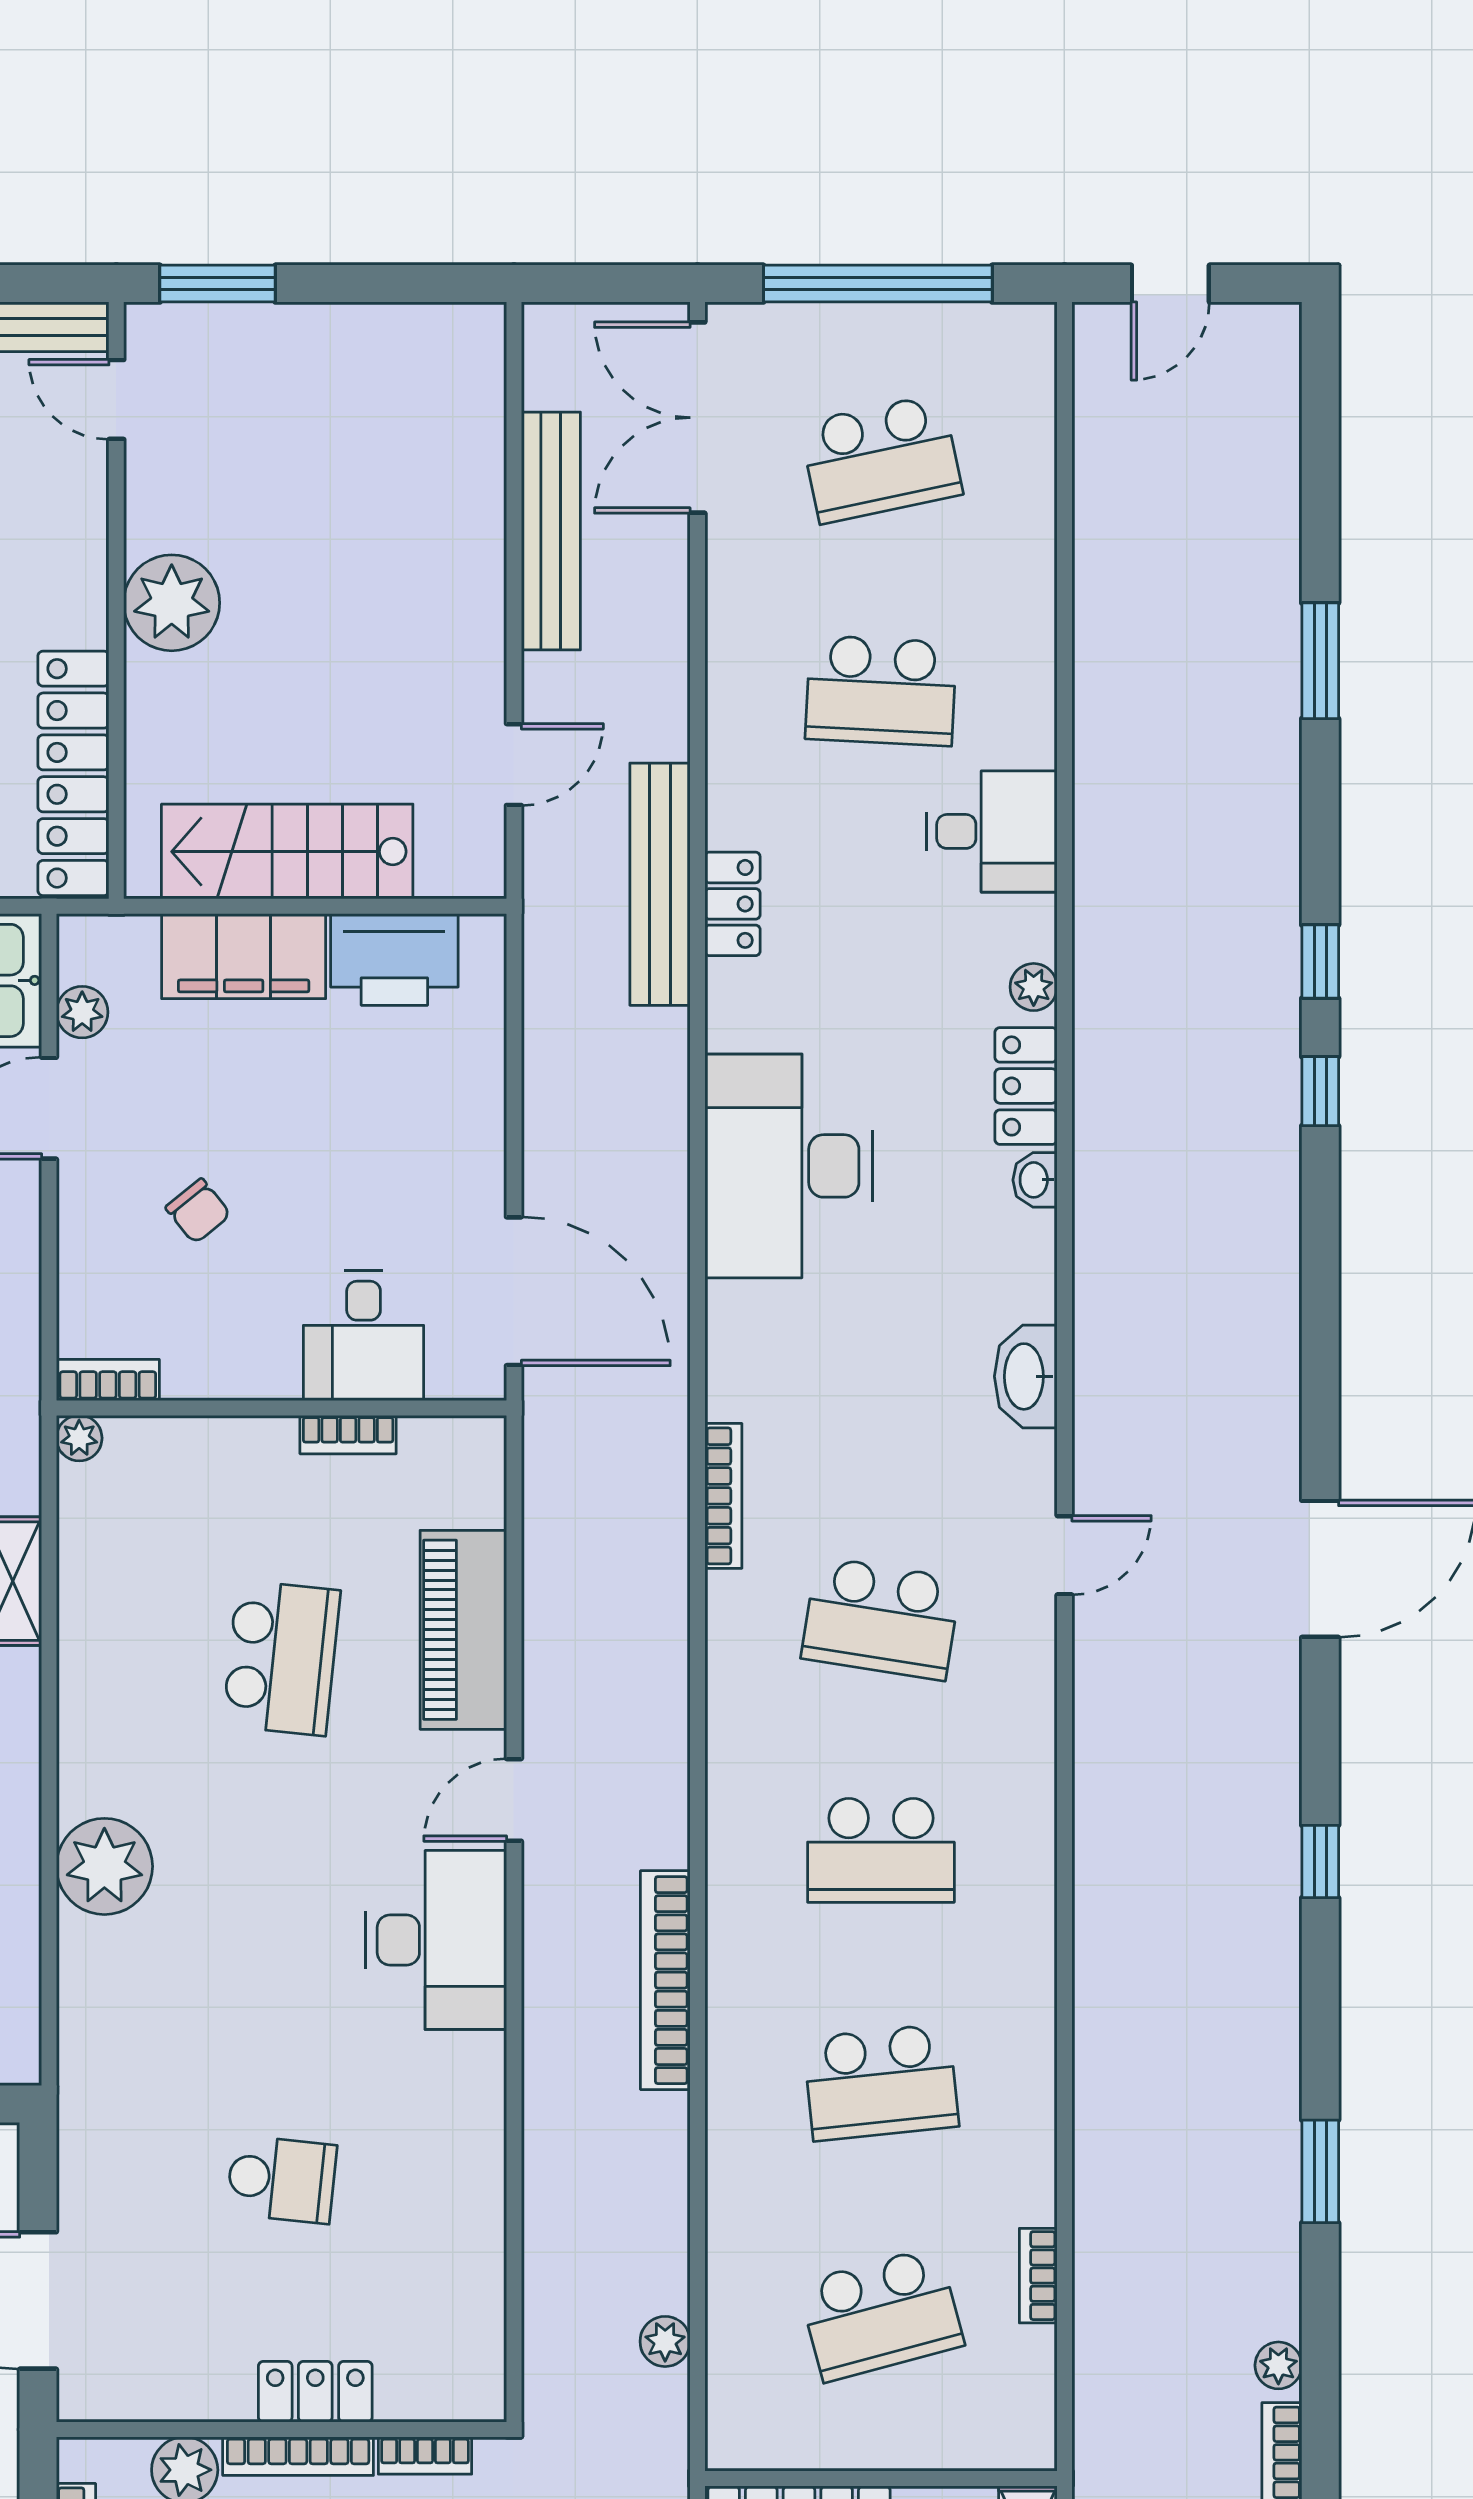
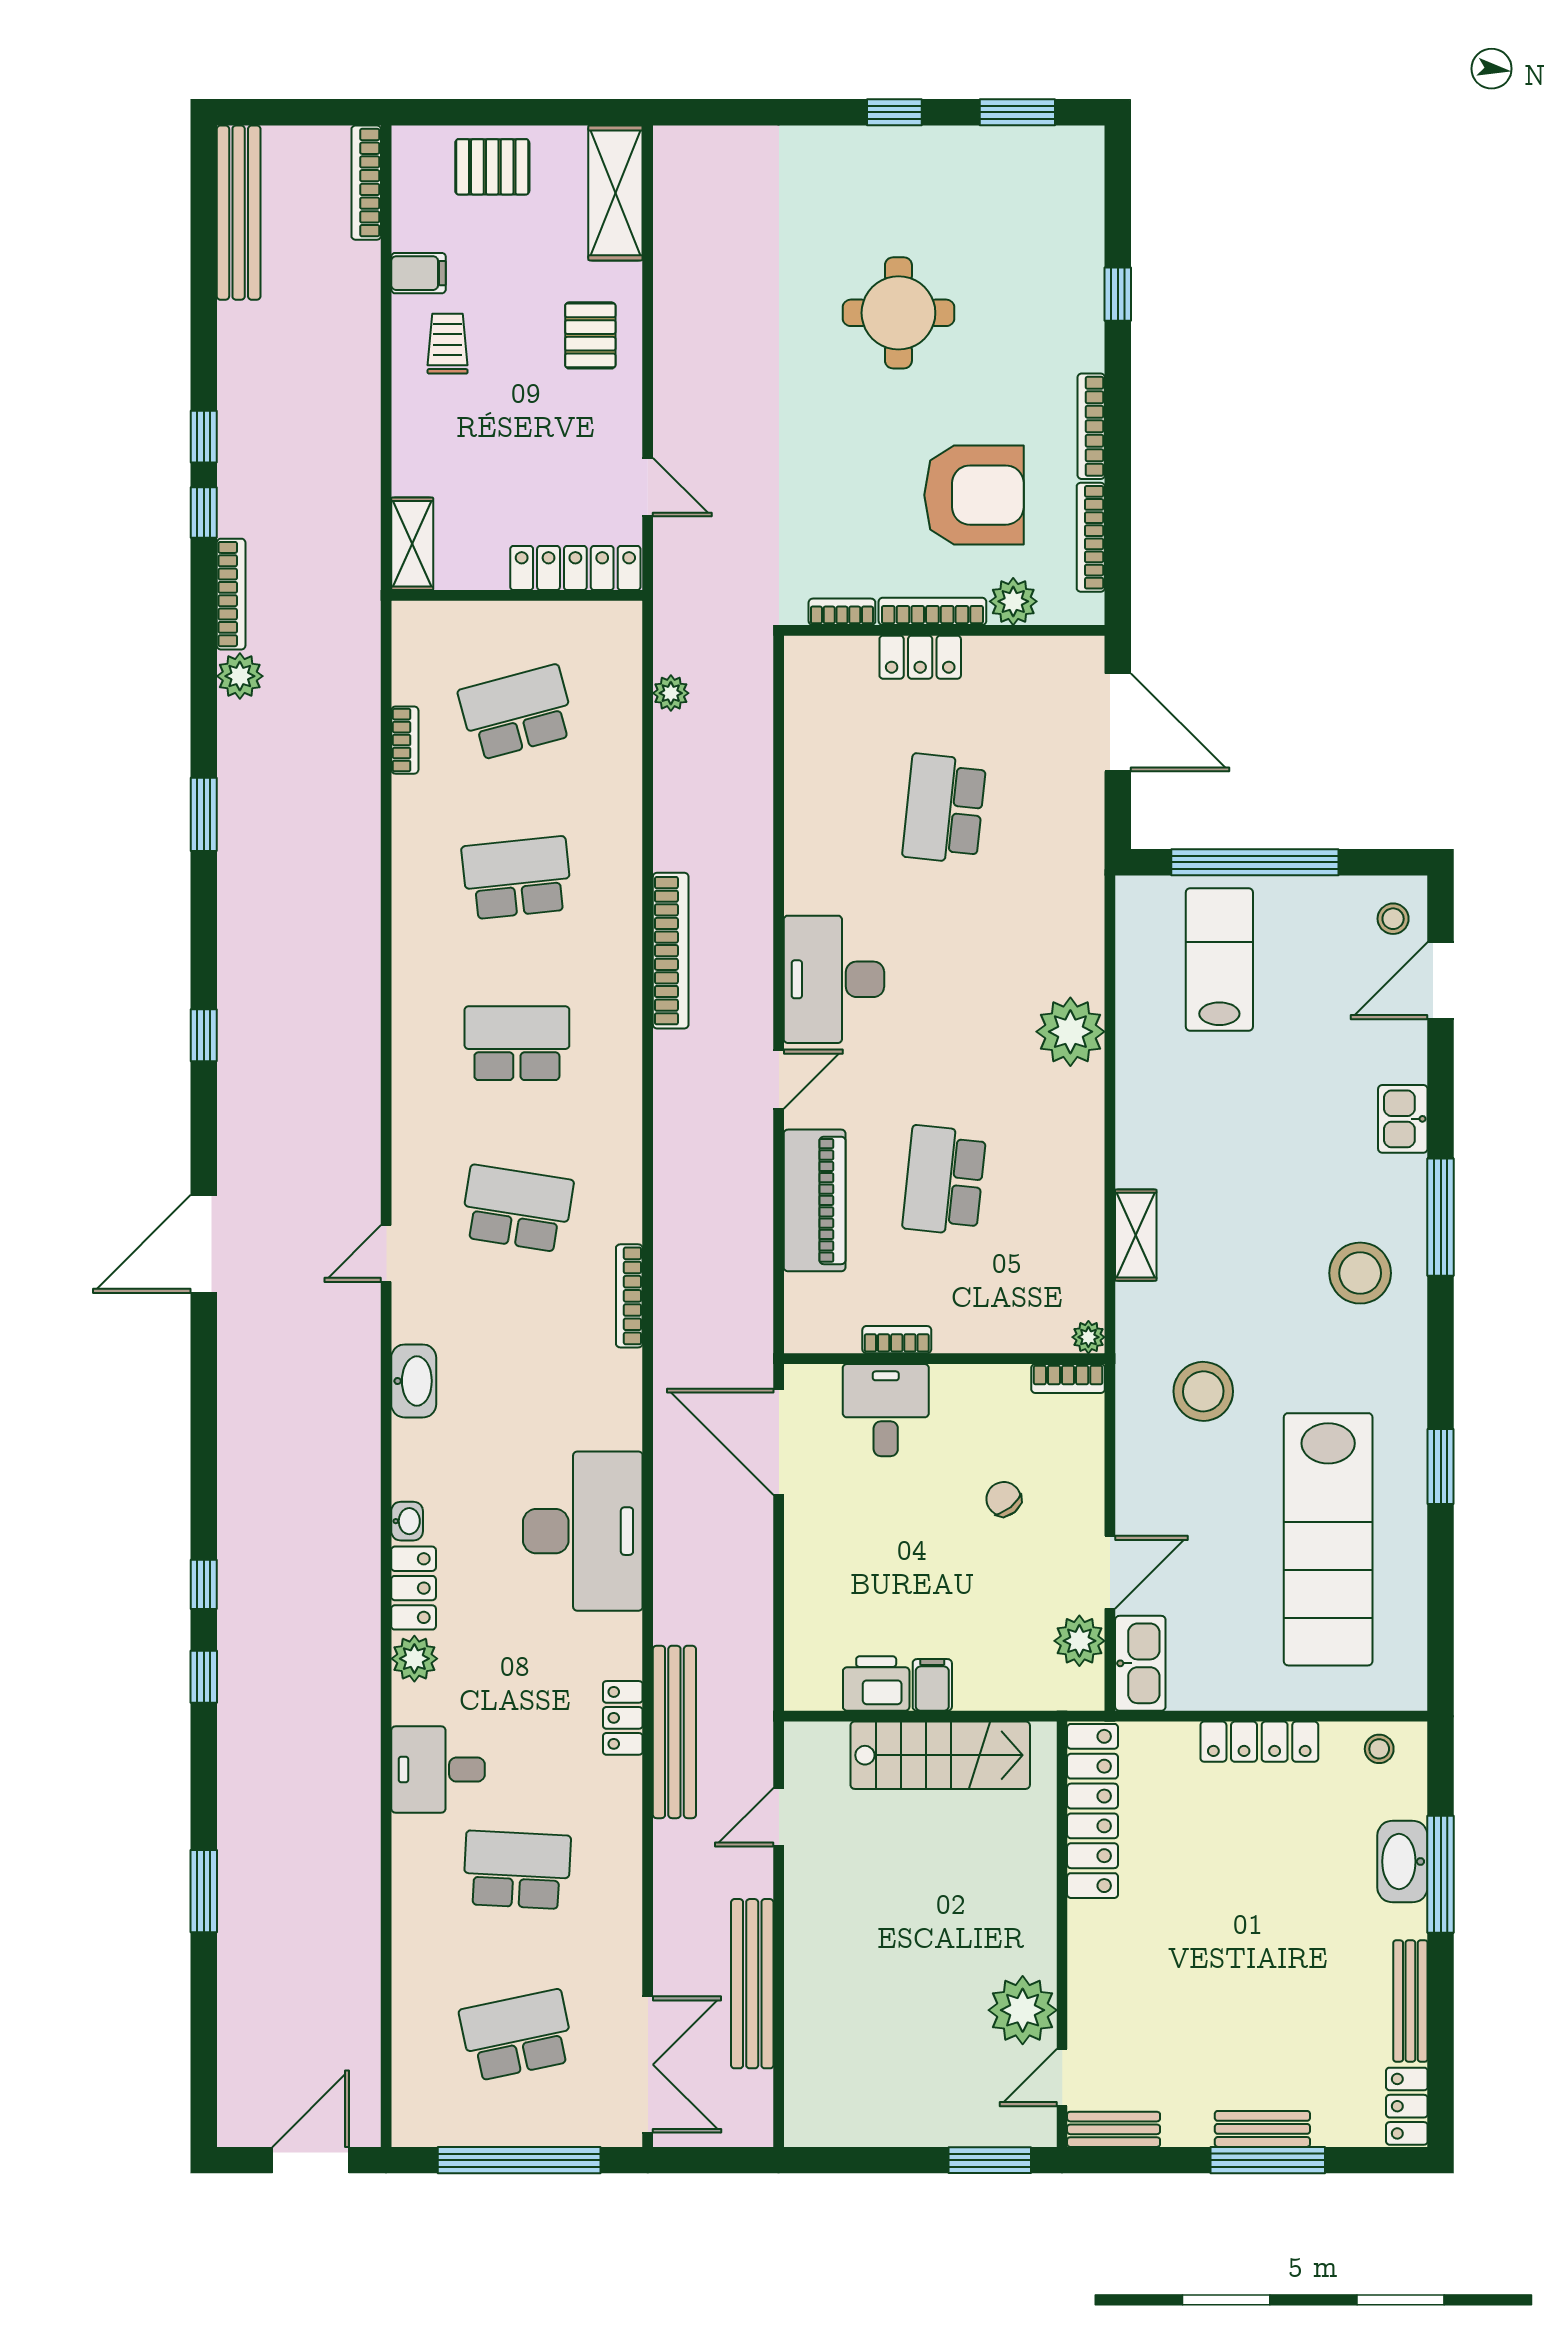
door: (1170, 284) -> (311, 2160), width x1.38
door: (116, 399) -> (1062, 2077), swing flipped
plant: (172, 603) -> (1023, 2010), moved
filing cabinet: (244, 956) -> (932, 1685), width x0.33, depth x0.86
printer: (394, 959) -> (876, 1684), width x0.73, depth x0.84
plant: (1034, 987) -> (414, 1659), width x1.38, depth x1.38
plant: (82, 1012) -> (1079, 1641), width x1.38, depth x1.38
school desk: (281, 2179) -> (944, 809), width x1.85
plant: (1278, 2365) -> (240, 676), width x1.38, depth x1.38

